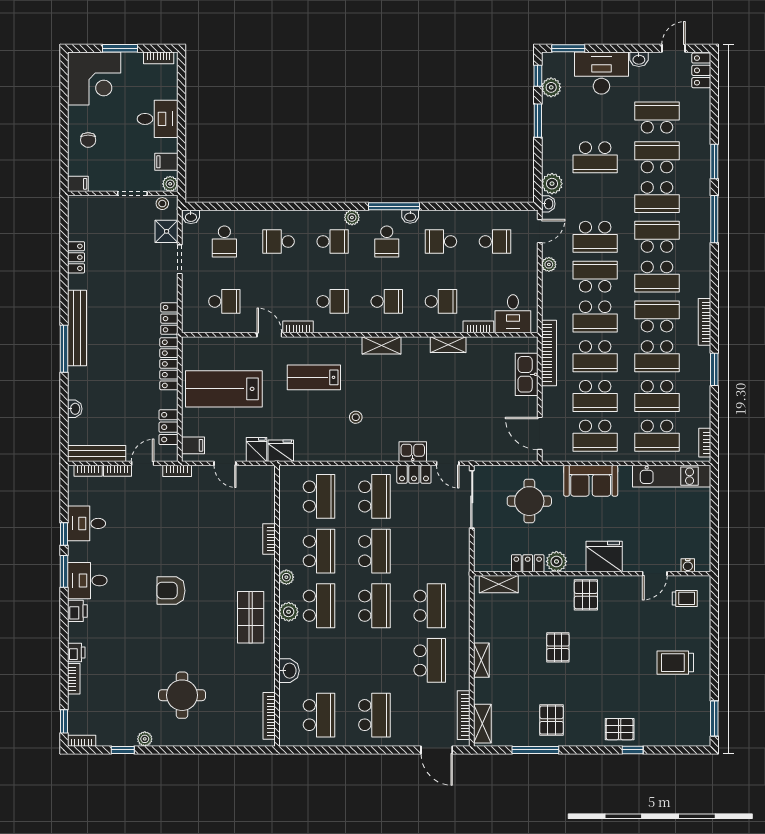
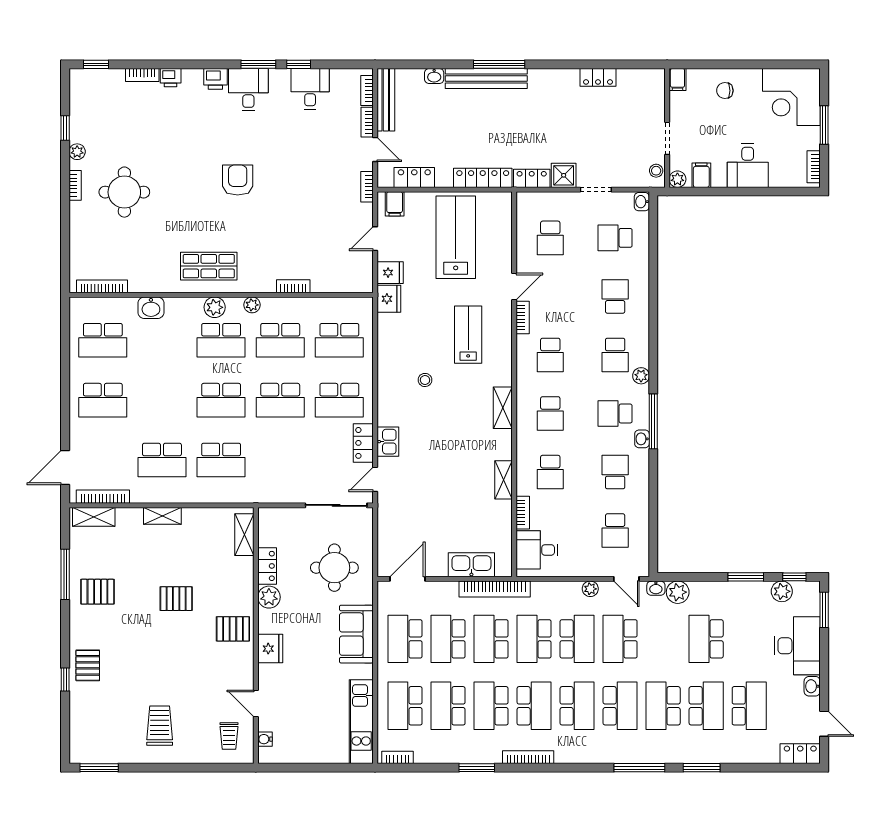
shower: (167, 231) -> (564, 175), moved
school desk: (657, 277) -> (577, 706), turned 180
bench: (77, 328) -> (486, 78), moved
fridge: (604, 556) -> (270, 649), width x0.73, depth x0.75
bookcase: (82, 741) -> (75, 185), moved

